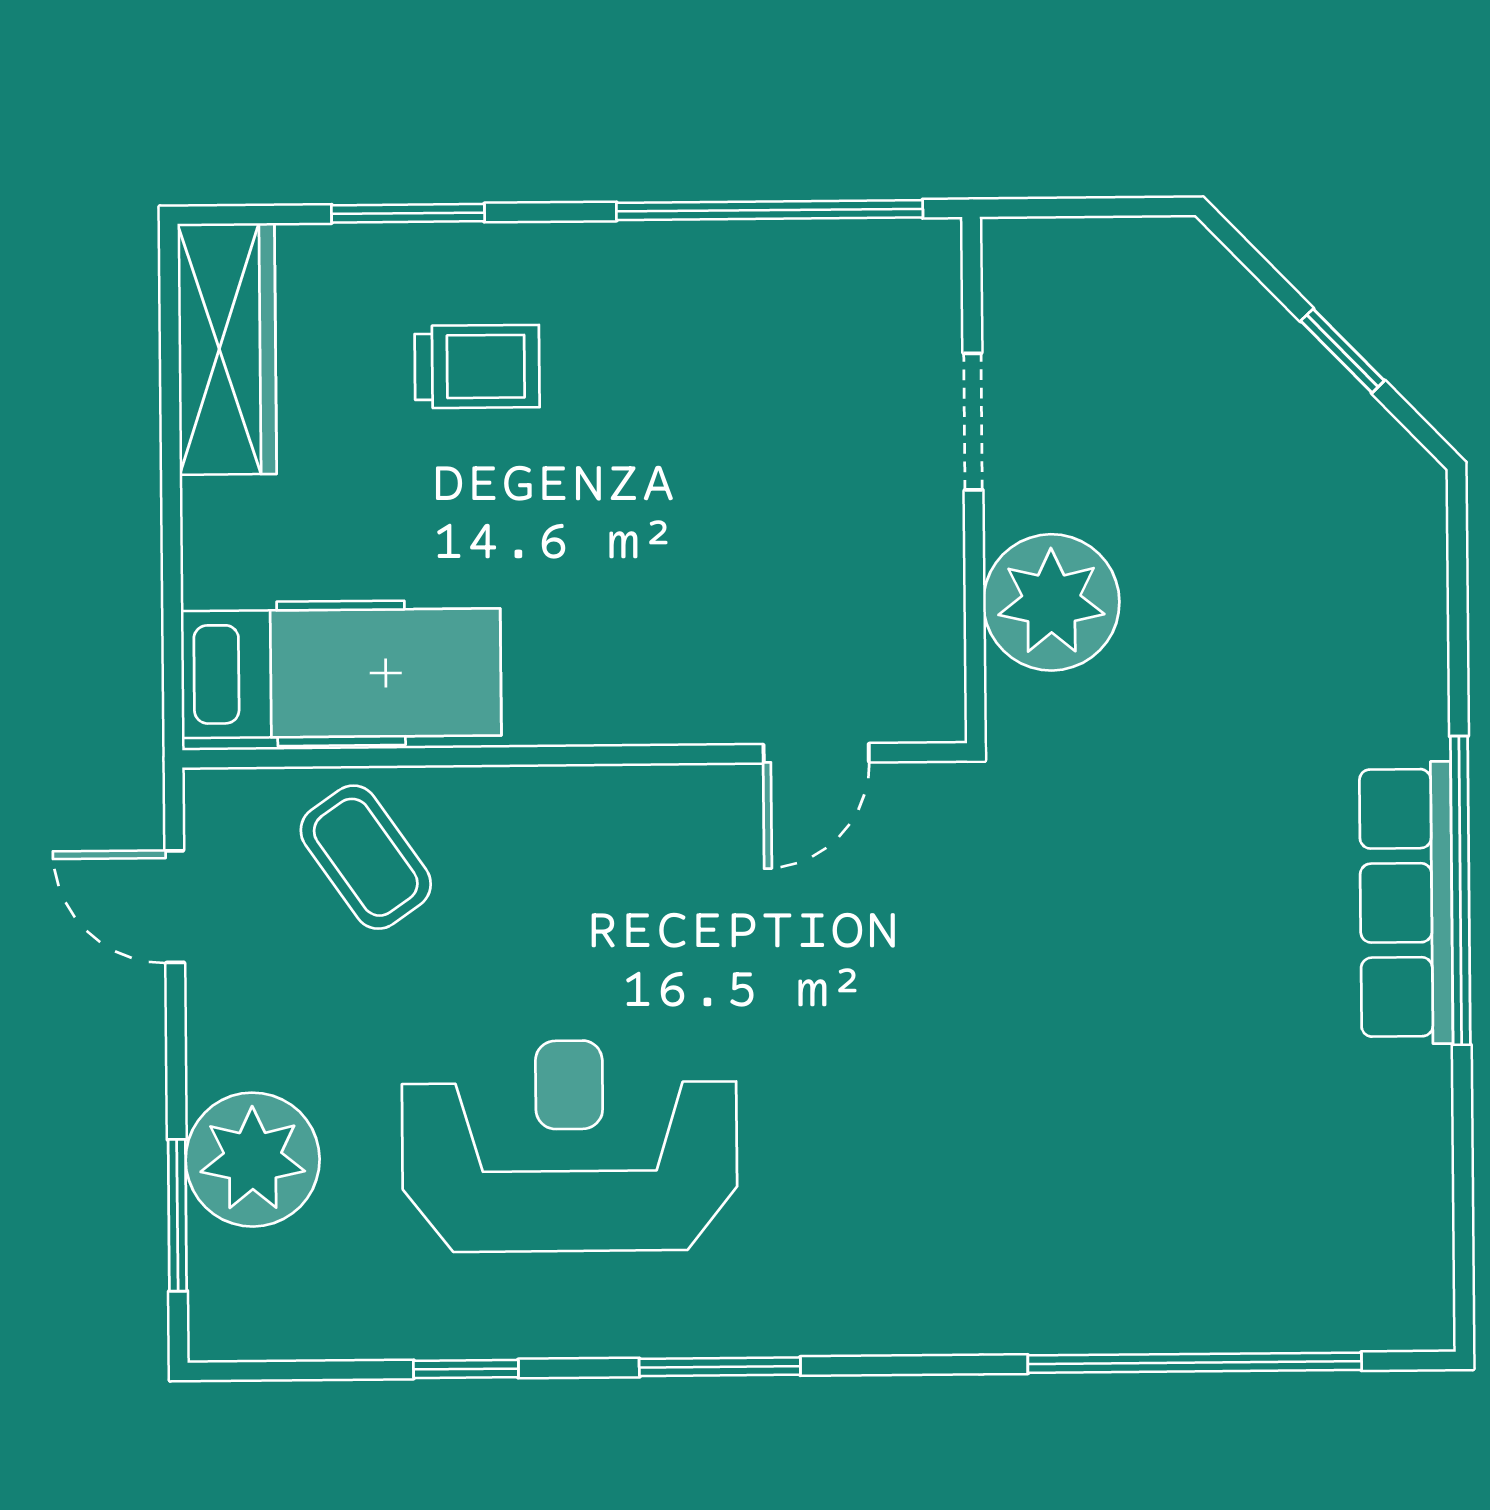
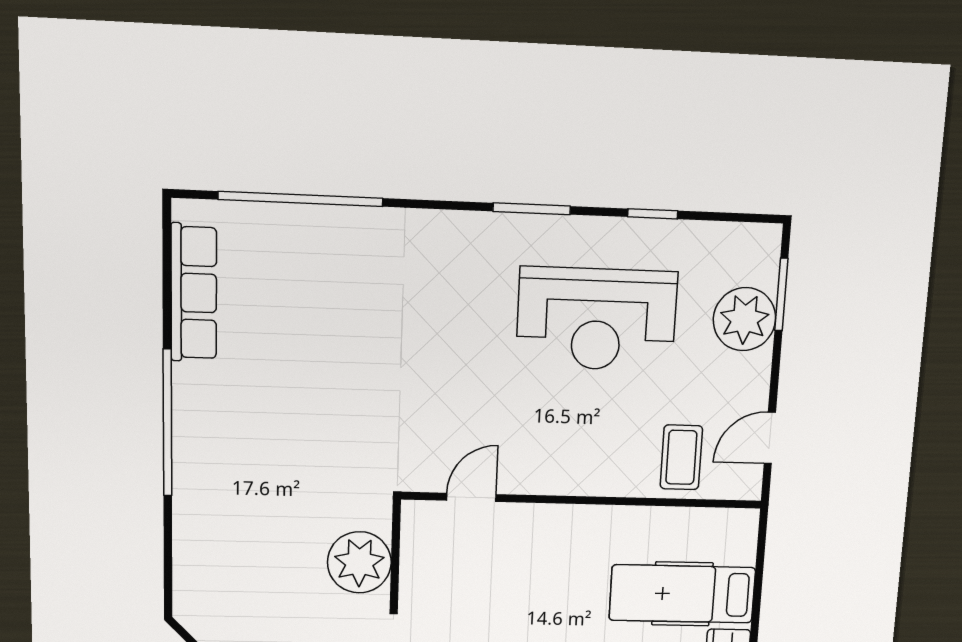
hospital bed: (341, 673) -> (682, 594), moved
coffee table: (366, 857) -> (681, 457), turned 35
row of seats: (1406, 903) -> (194, 293), moved
door: (175, 907) -> (770, 438), swing flipped

